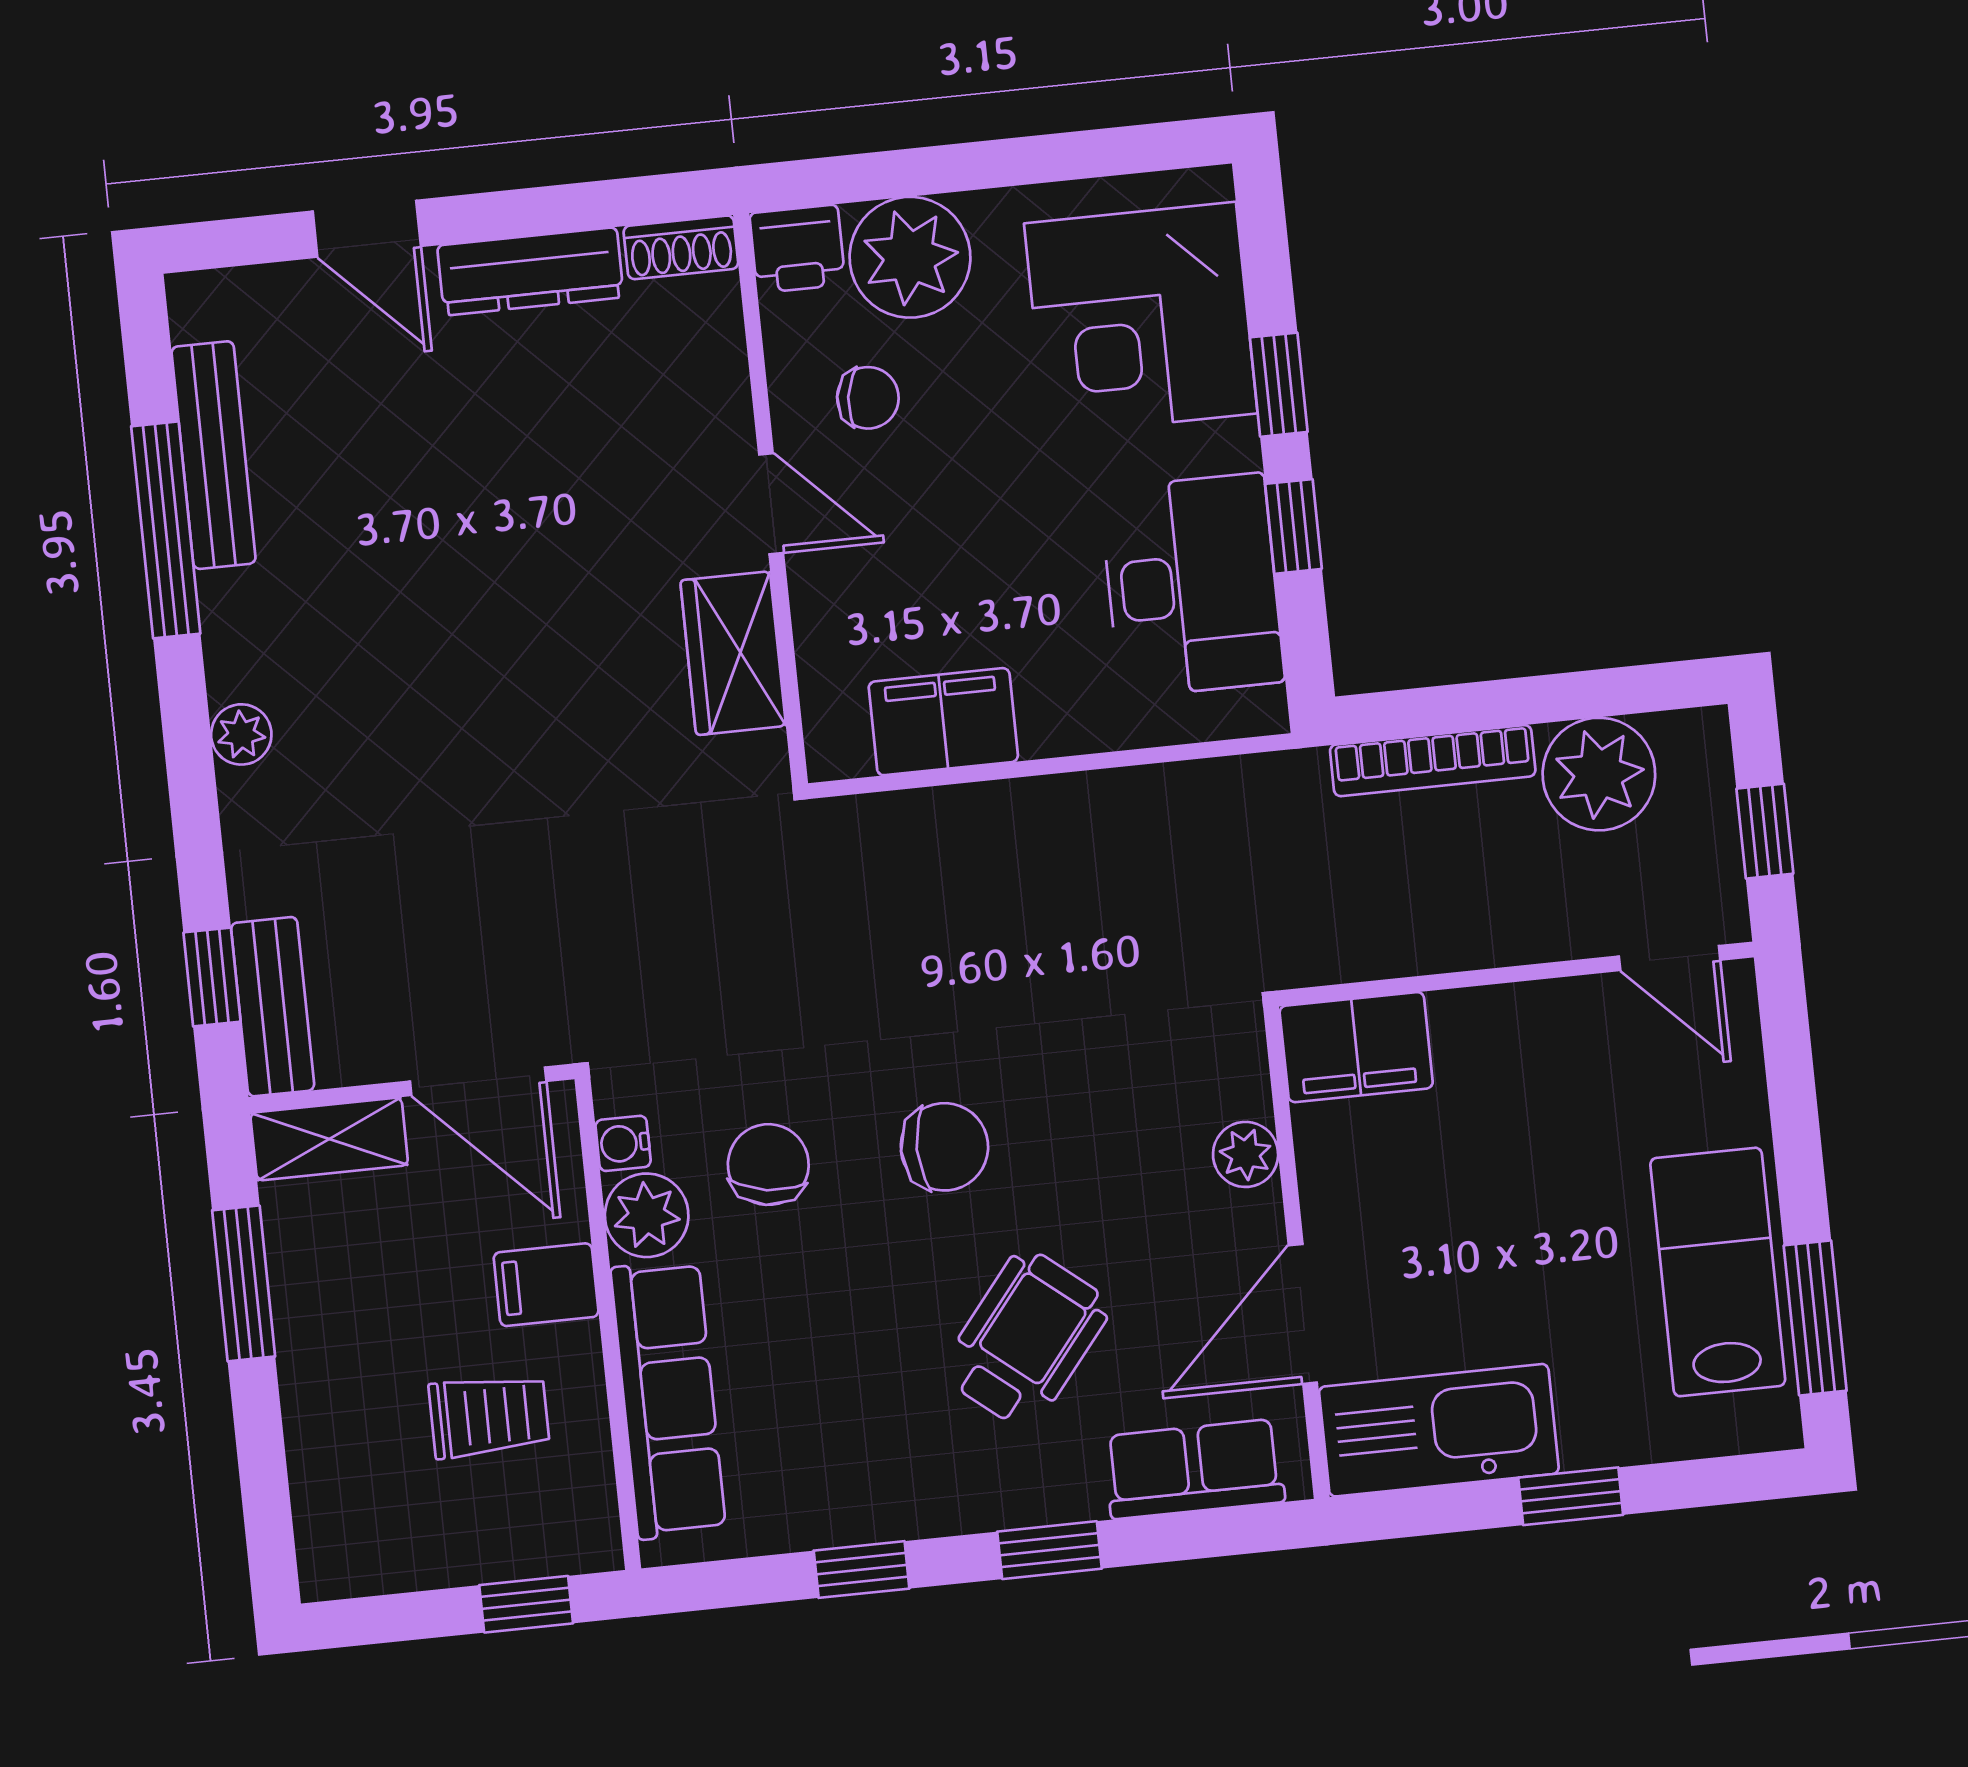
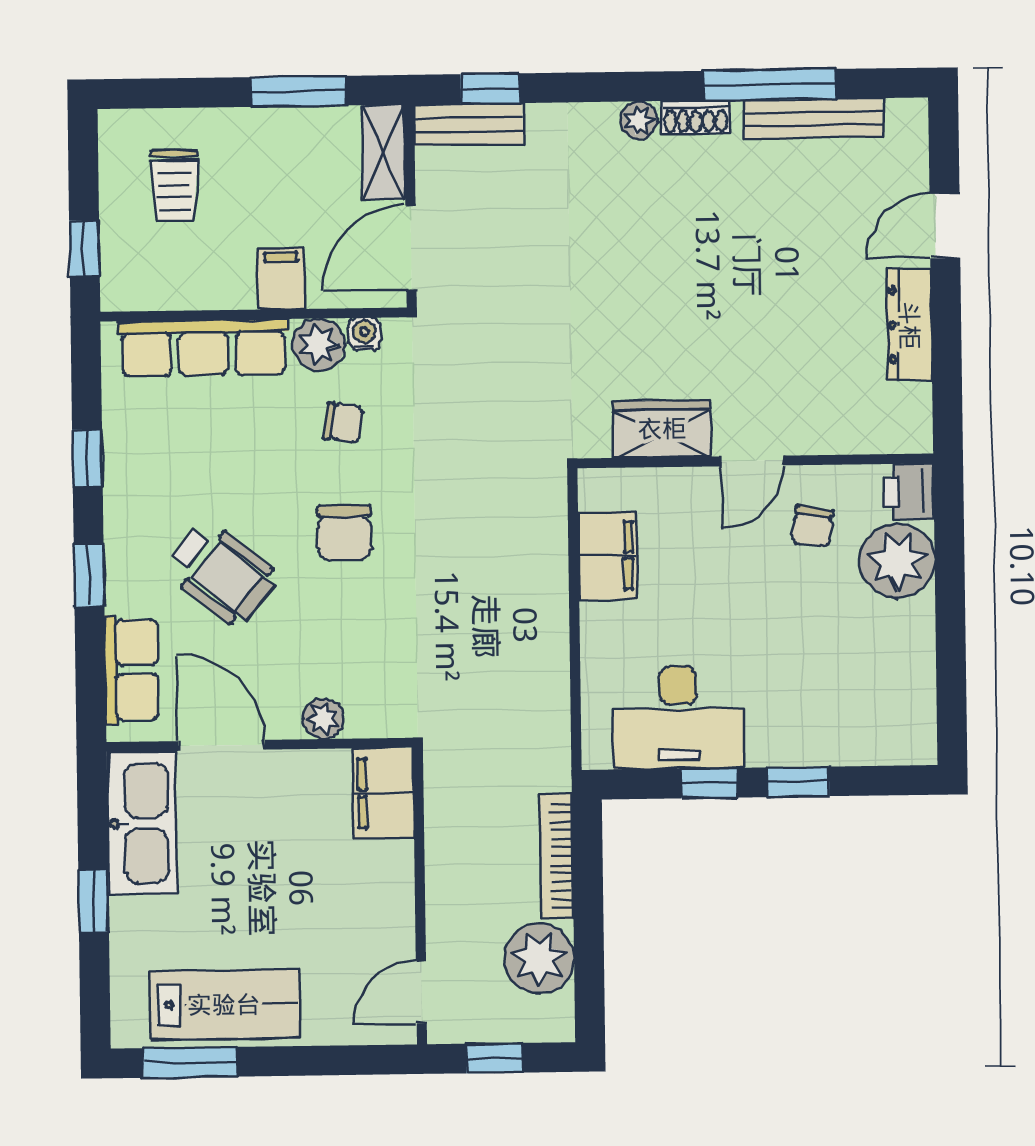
shoe rack: (681, 247) -> (696, 117), moved, turned -90
corner desk: (1141, 318) -> (847, 700), removed
chair: (768, 1165) -> (343, 423), width x0.73, depth x0.73
trolley: (489, 1416) -> (175, 186), moved

